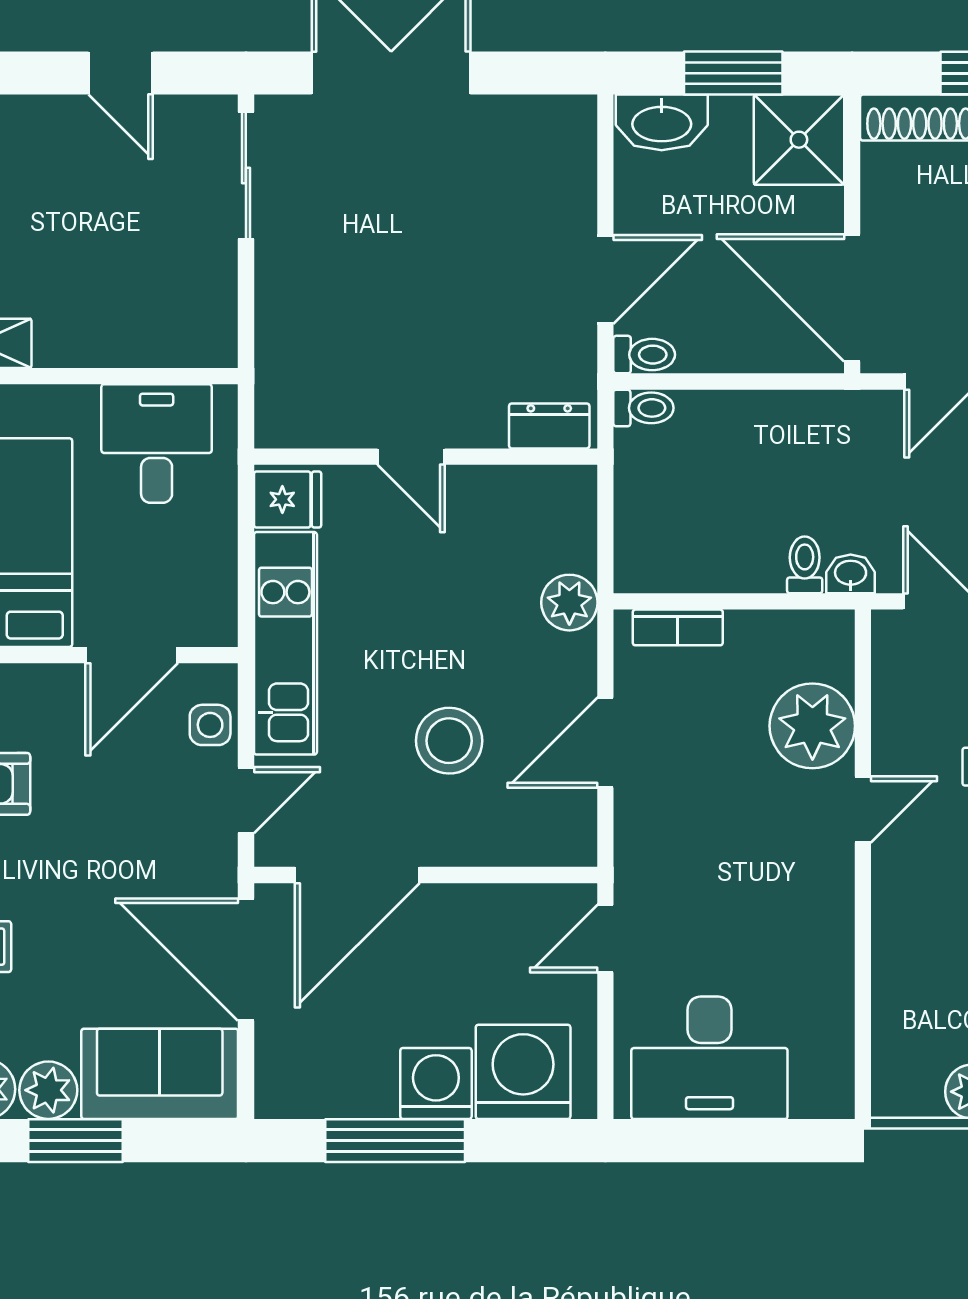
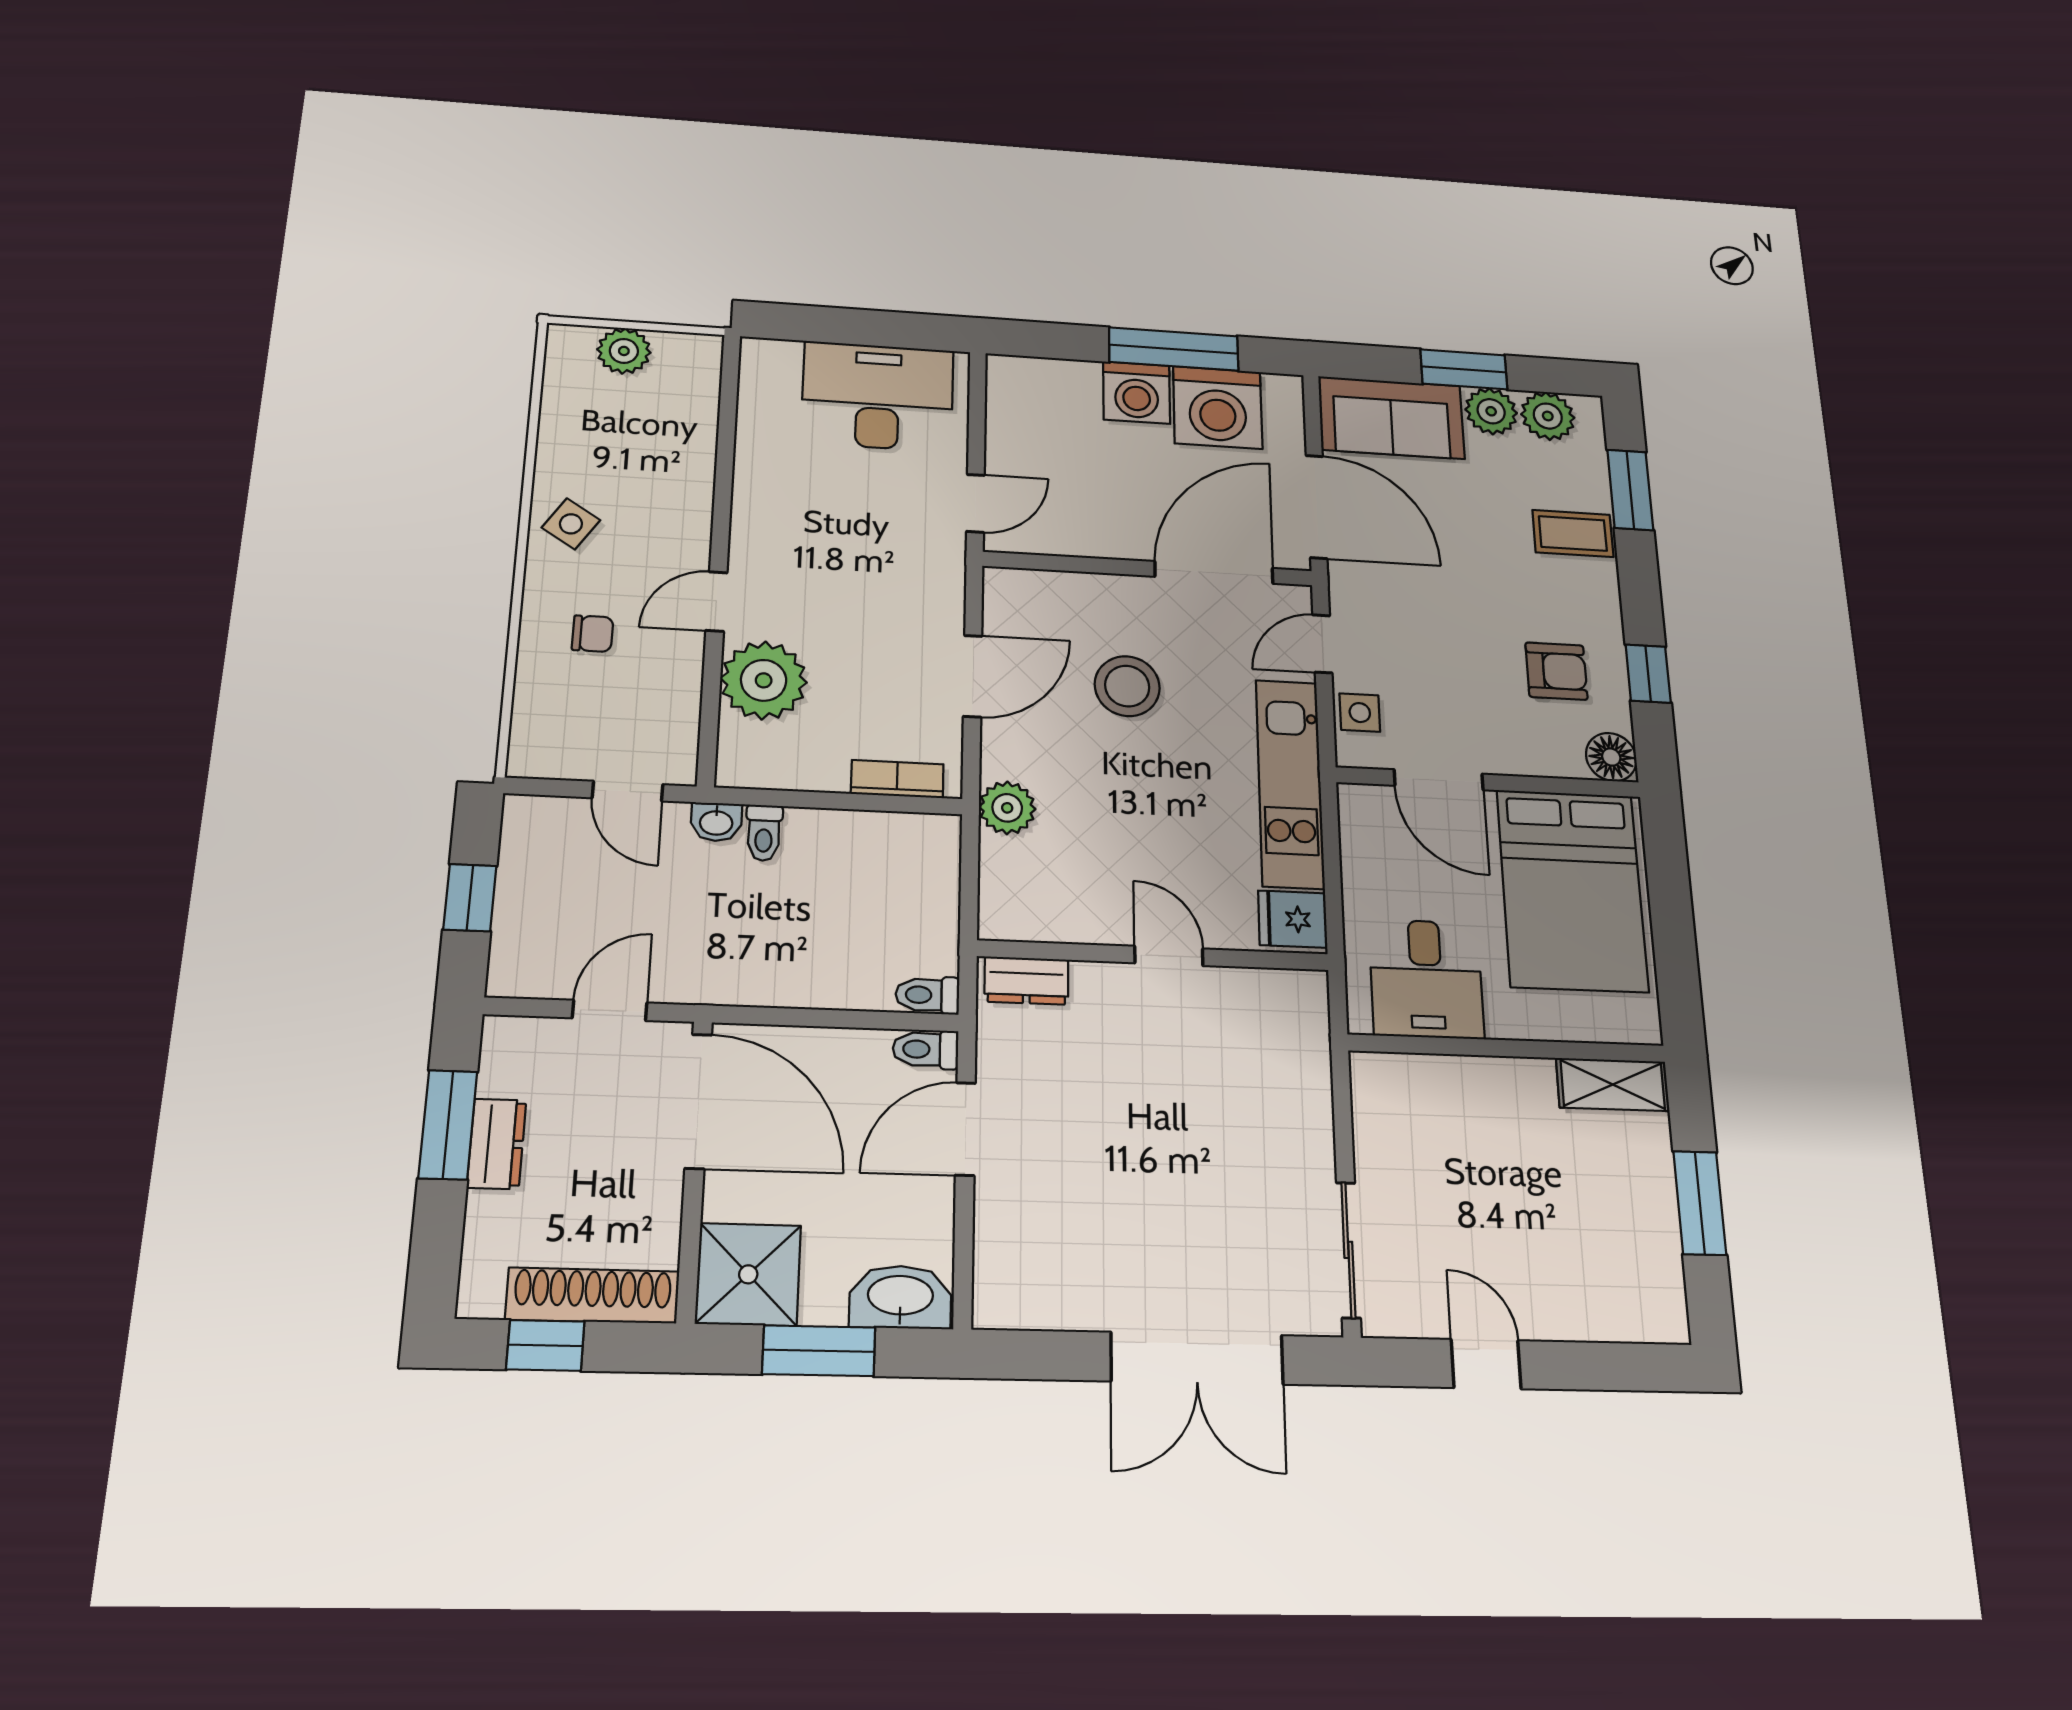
door: (132, 655) -> (1439, 780), swing flipped
washing machine: (523, 1072) -> (1218, 408), moved

